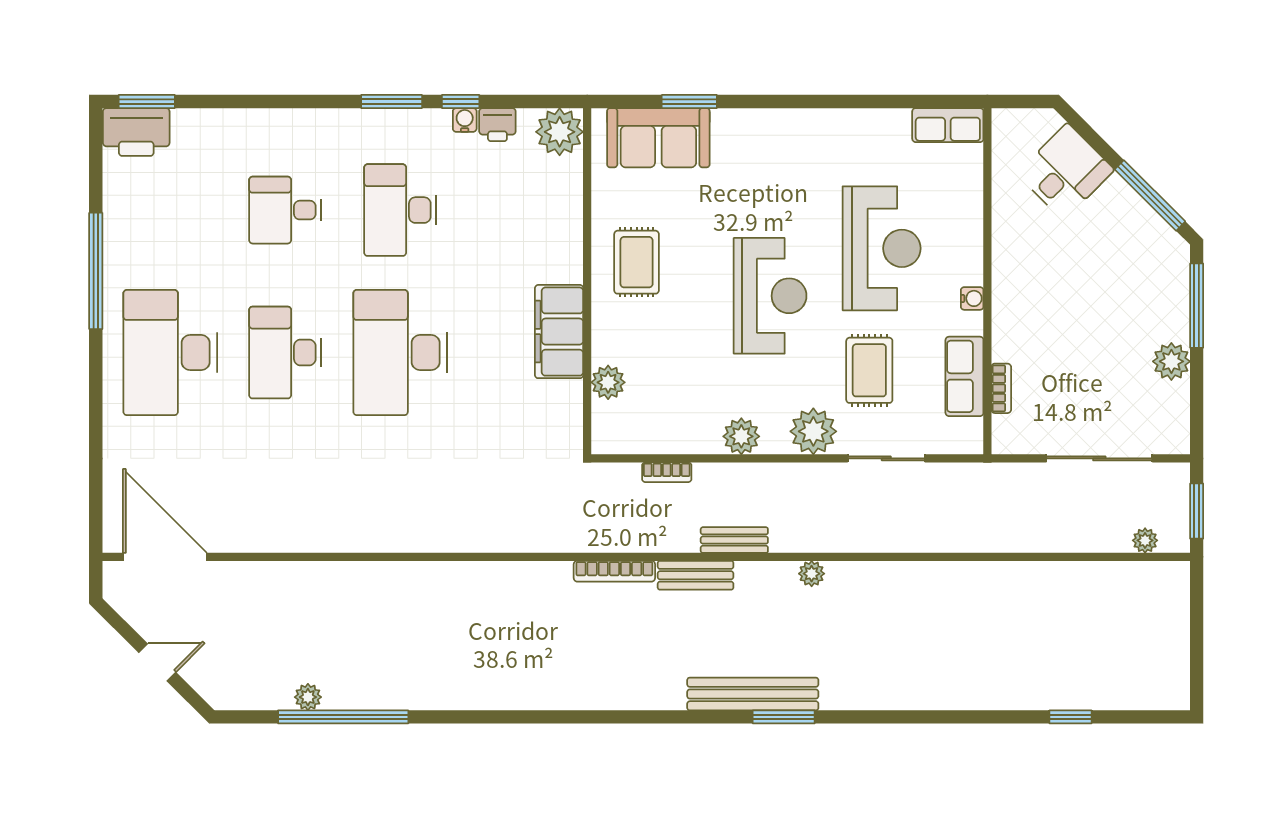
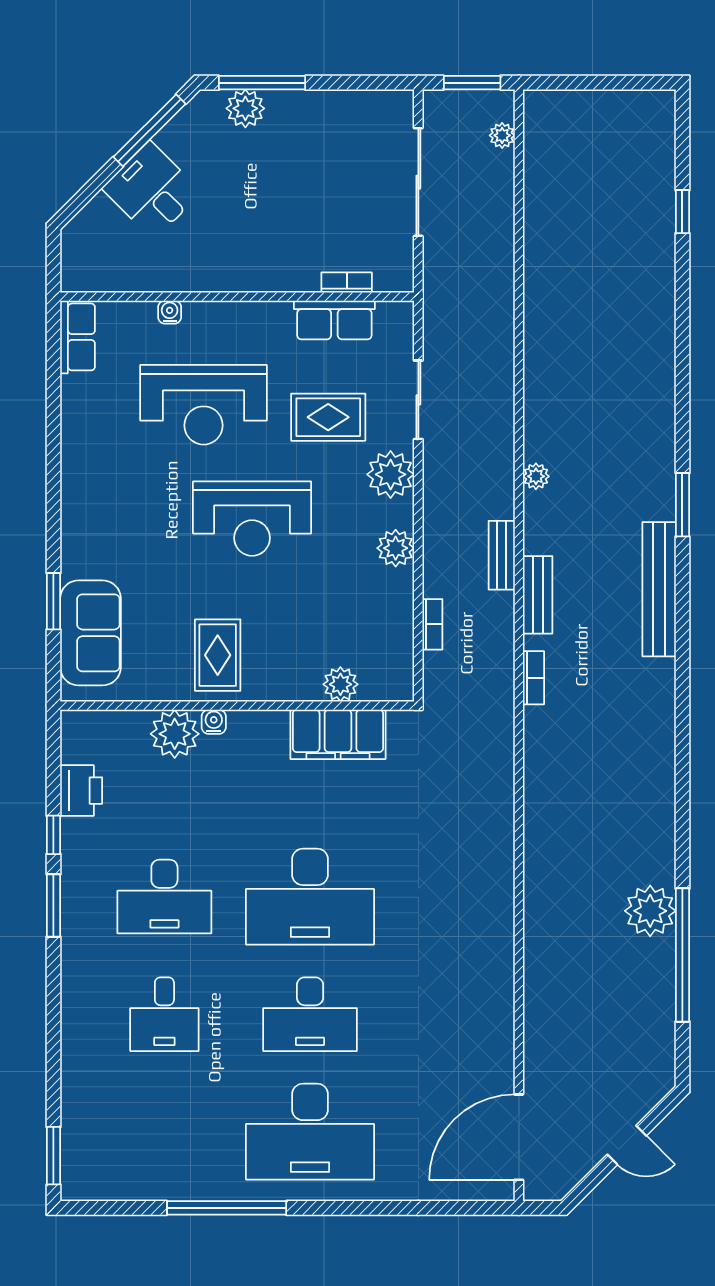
water cooler: (465, 120) -> (214, 722), moved, turned 90
printer: (497, 125) -> (81, 791), width x1.36, depth x1.24
printer: (136, 132) -> (85, 1166), removed
plant: (560, 132) -> (175, 734), moved
desk: (1065, 172) -> (152, 190), moved
reception desk: (882, 248) -> (204, 405), turned 180
rug: (637, 262) -> (218, 655), turned 90
reception desk: (770, 296) -> (252, 519), turned 180
water cooler: (972, 298) -> (170, 312), moved
filing cabinet: (559, 332) -> (338, 734), moved
plant: (1171, 361) -> (245, 108), moved
bookcase: (614, 571) -> (534, 678), width x0.64
door: (157, 662) -> (627, 1145), swing flipped
bench: (753, 694) -> (659, 589), moved
plant: (308, 697) -> (650, 911), moved, width x1.88, depth x1.88

